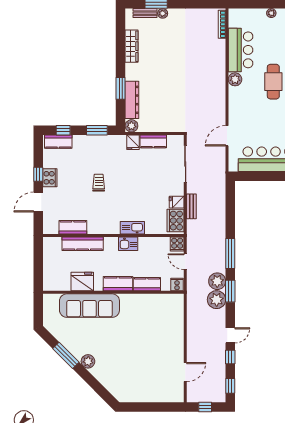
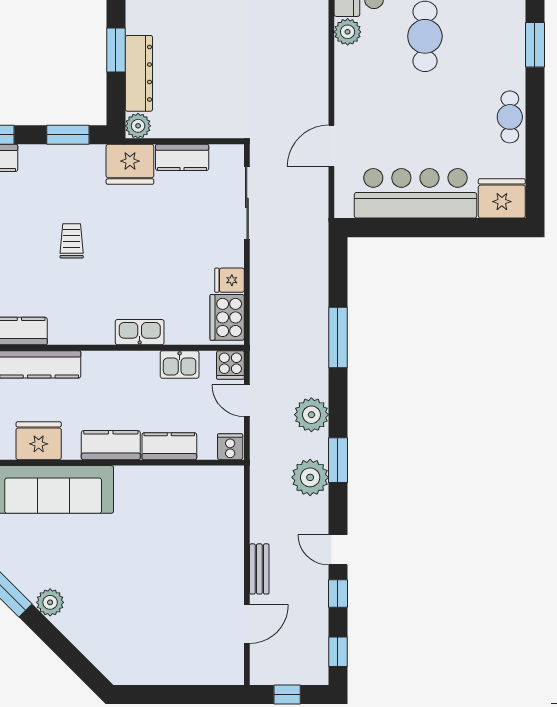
fridge: (133, 142) -> (130, 164), width x1.88, depth x1.34
bench: (191, 206) -> (259, 569), moved
kitchen sink: (128, 244) -> (180, 364), moved
window: (230, 254) -> (338, 338), moved
plant: (217, 281) -> (311, 415), moved
door: (230, 335) -> (338, 550), swing flipped

